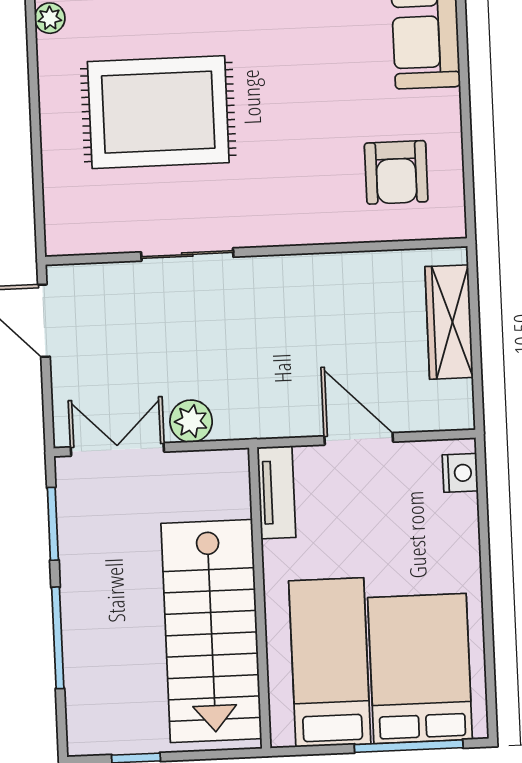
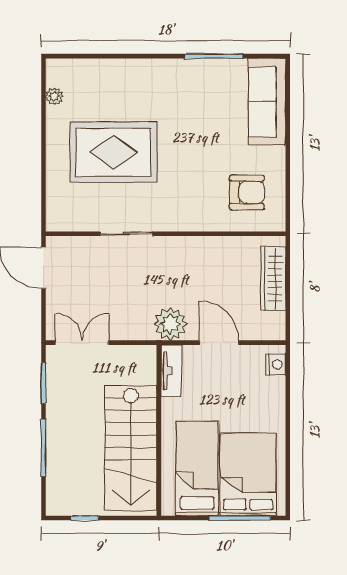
armchair: (396, 172) -> (247, 192), turned -90
plant: (191, 421) -> (170, 324), moved, width x1.36, depth x1.36

